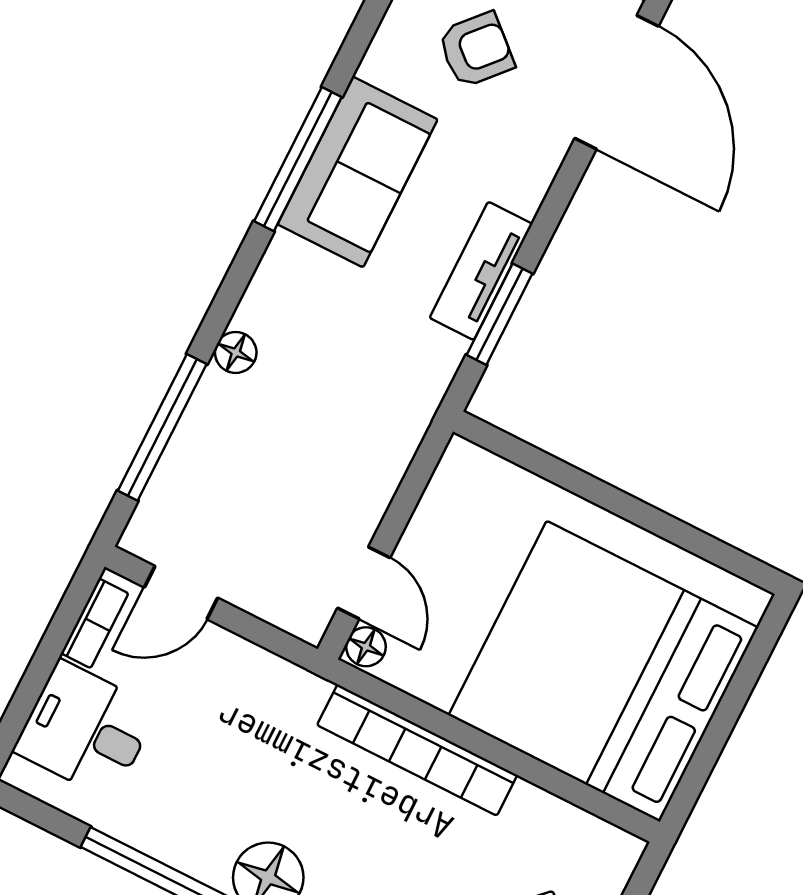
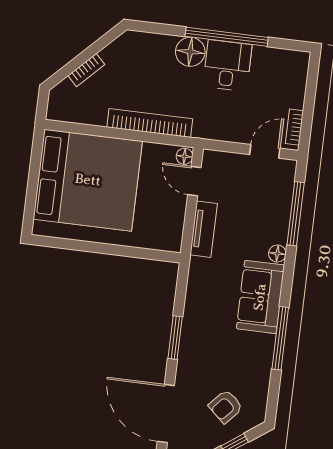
sofa: (358, 172) -> (260, 297), moved
tv unit: (481, 271) -> (204, 229), moved
window: (500, 314) -> (175, 338), moved
desk: (86, 730) -> (227, 66), moved, turned -90

